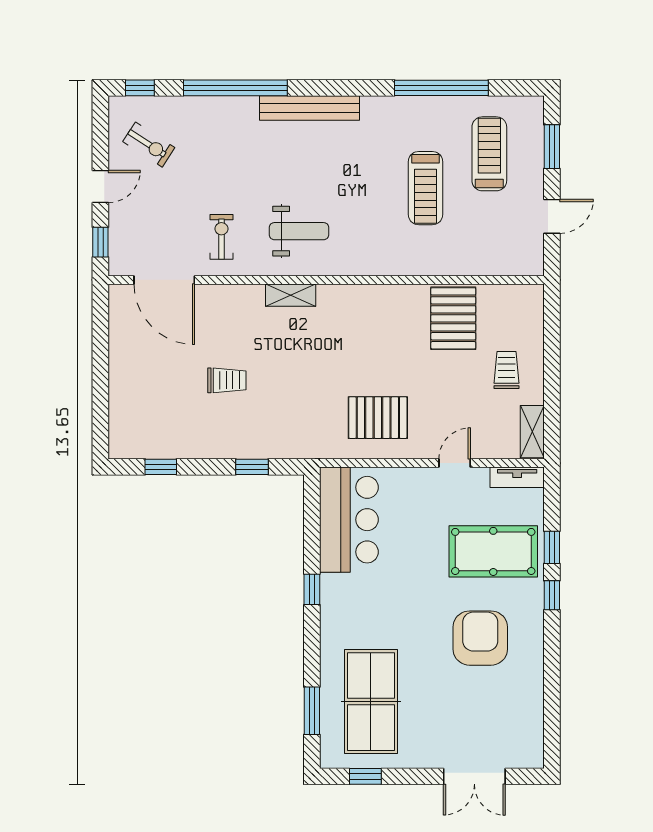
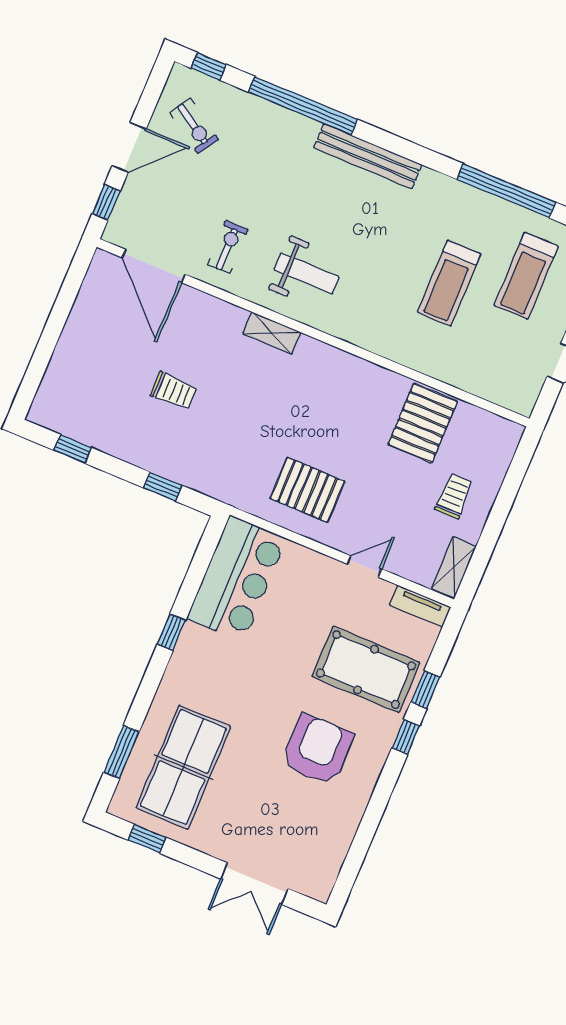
treadmill: (489, 154) -> (526, 276), turned 180
door: (100, 186) -> (129, 147), width x1.38

